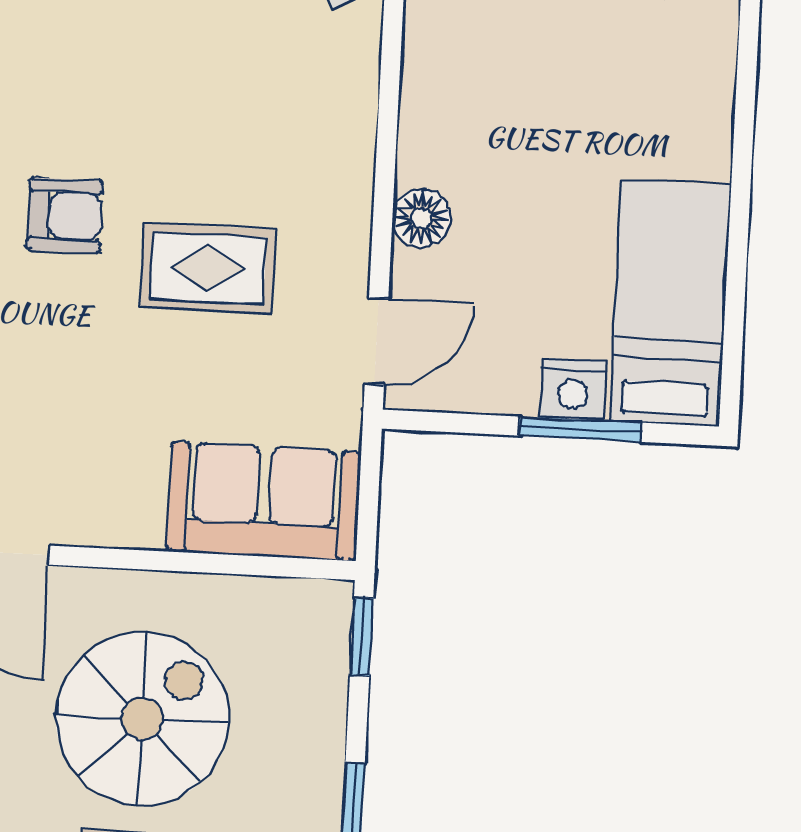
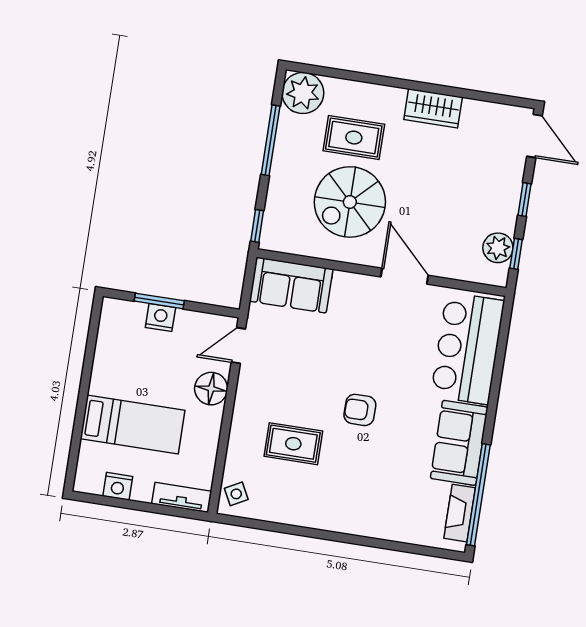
floor lamp: (421, 218) -> (211, 389), width x1.38, depth x1.38
rug: (208, 268) -> (293, 444), moved
bed: (670, 303) -> (133, 424), moved, turned -90

